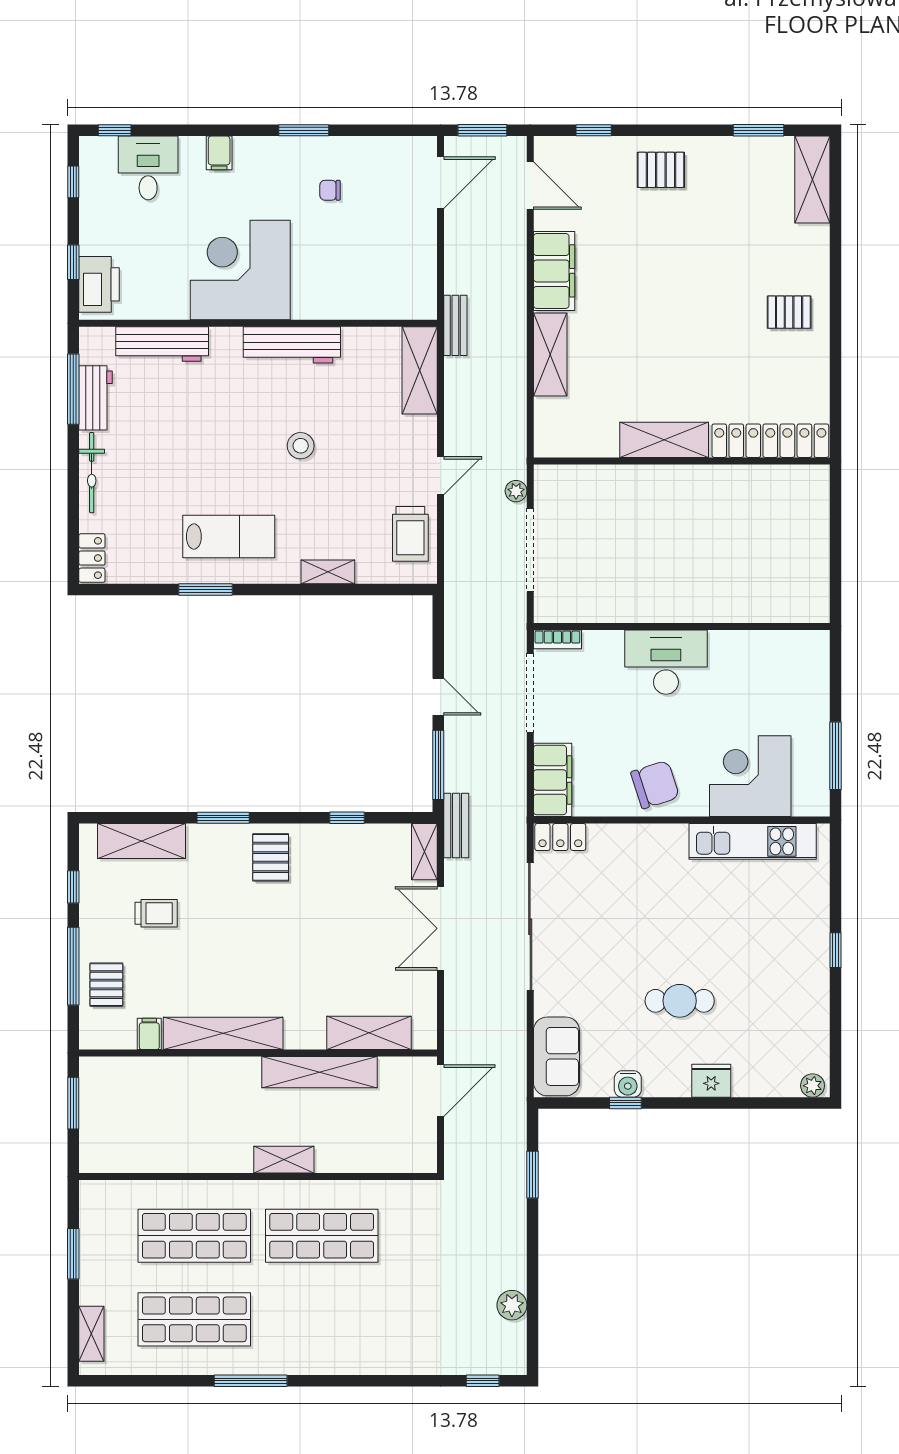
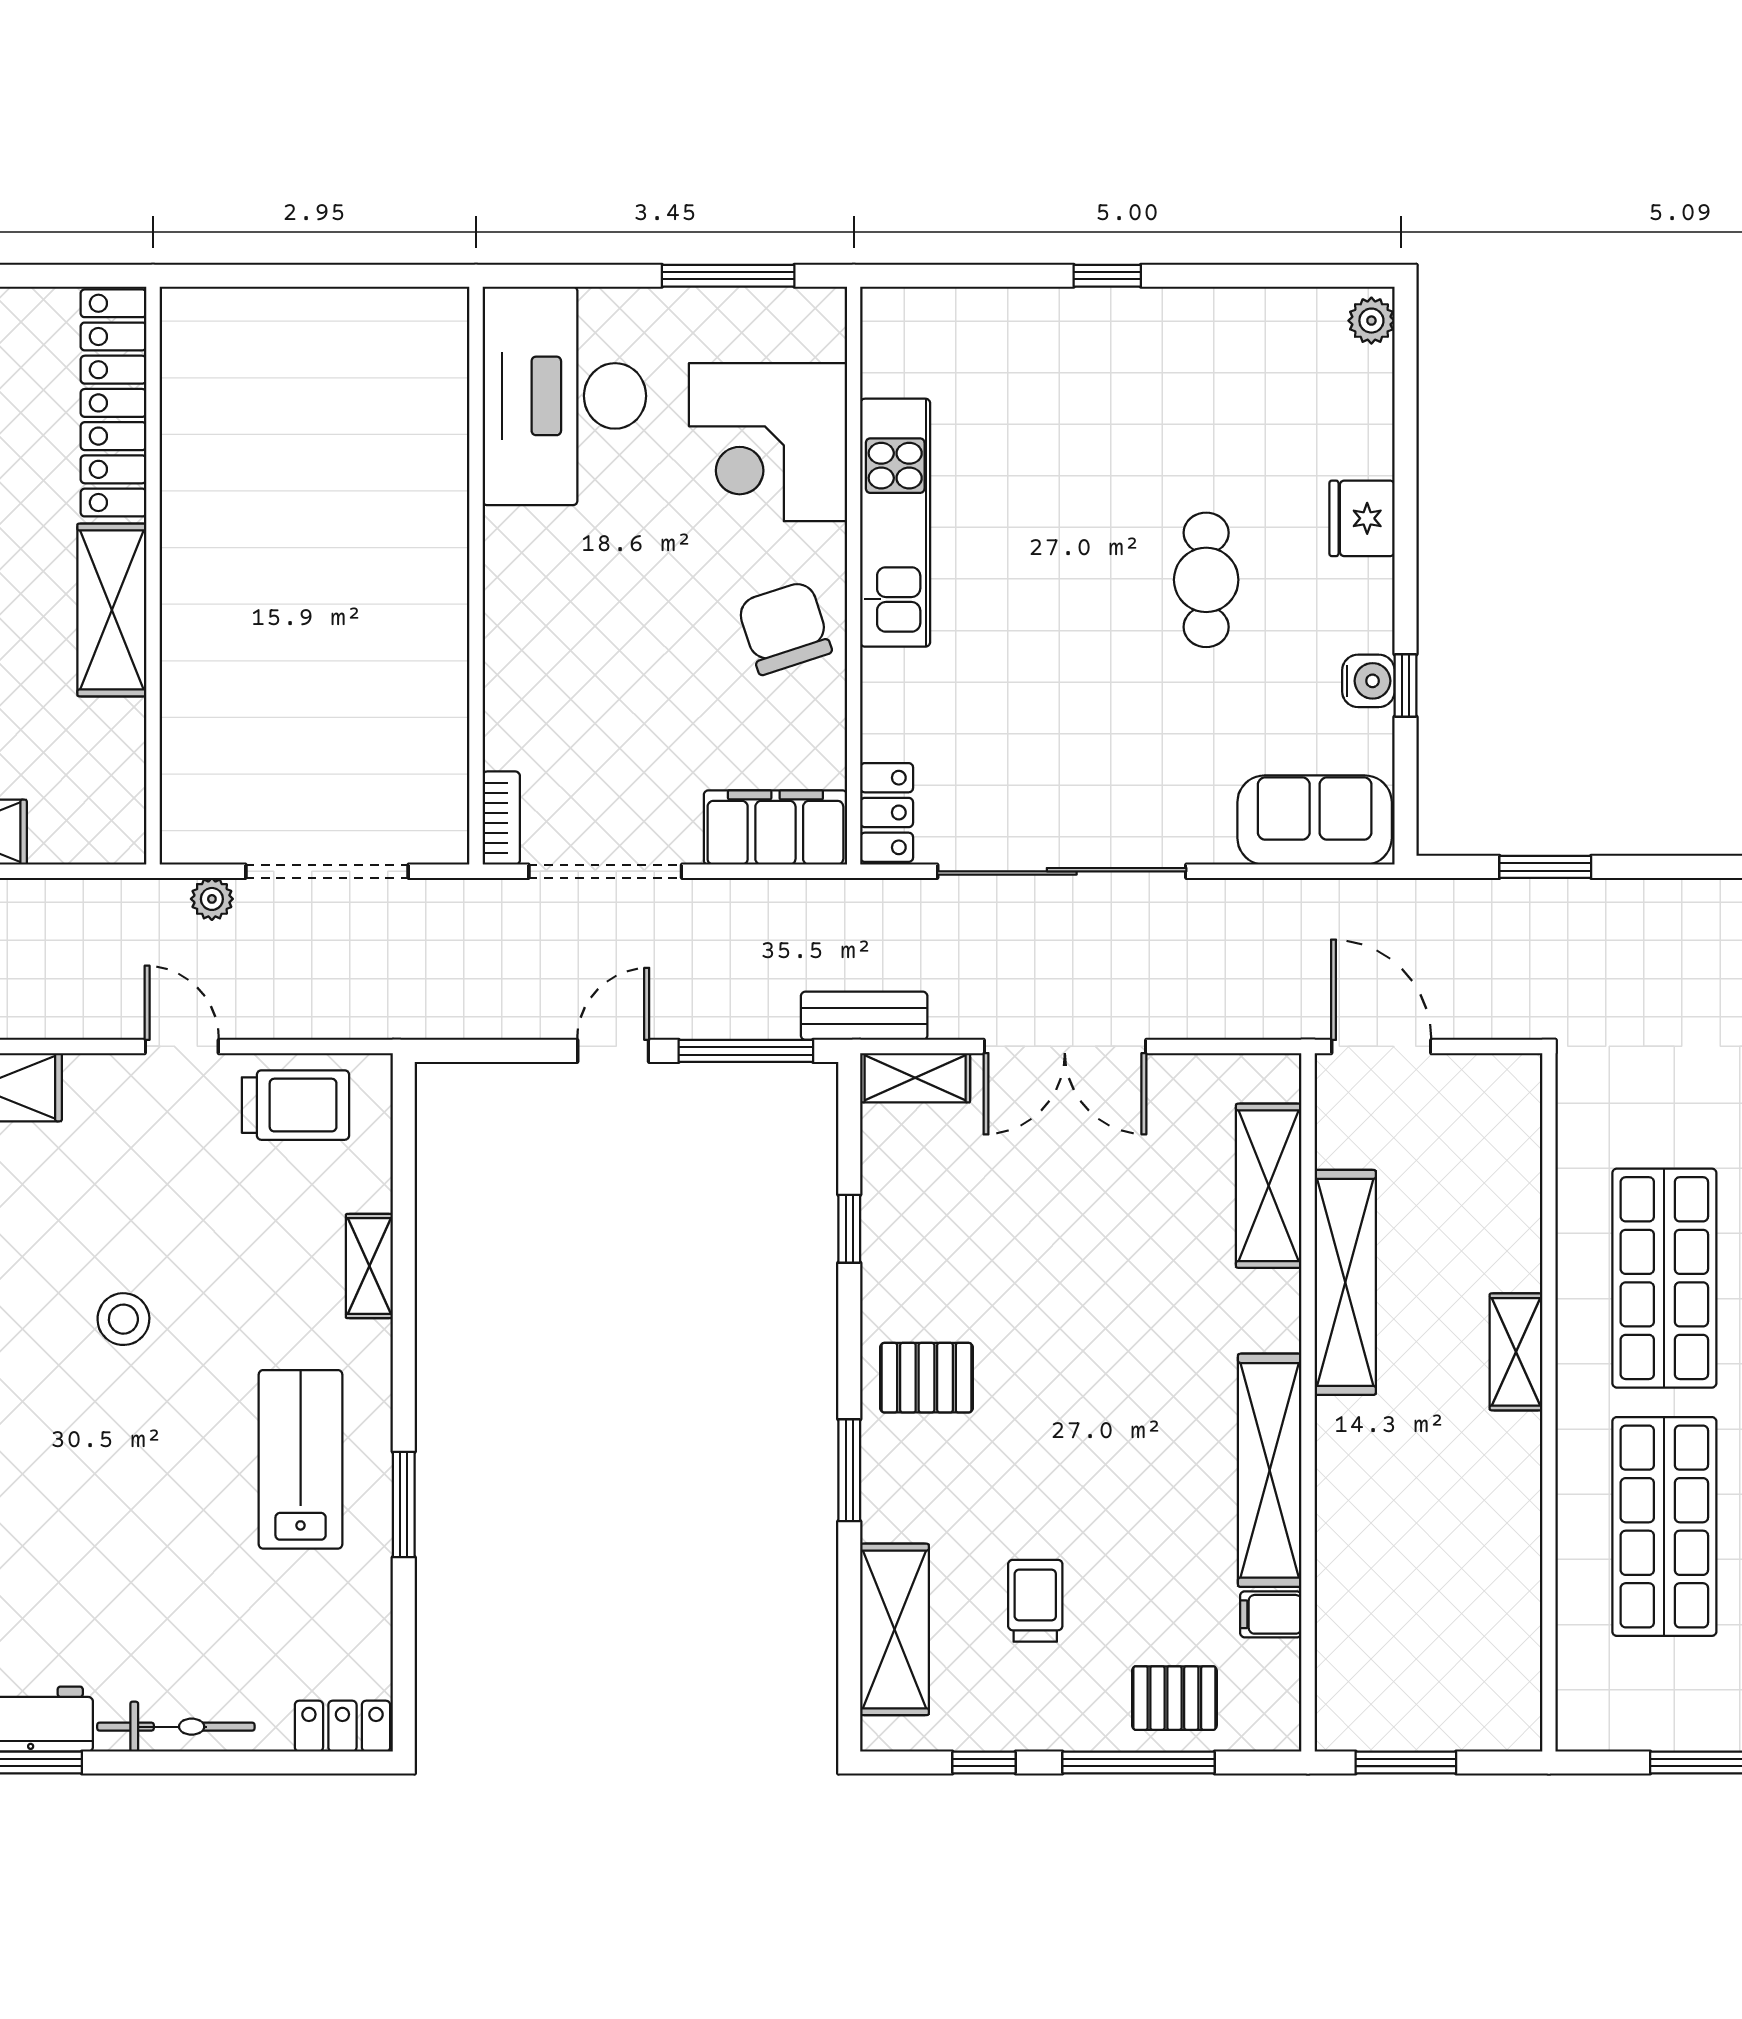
desk: (666, 662) -> (564, 396), moved, width x1.36, depth x1.30
kitchen unit: (753, 841) -> (895, 523), moved

